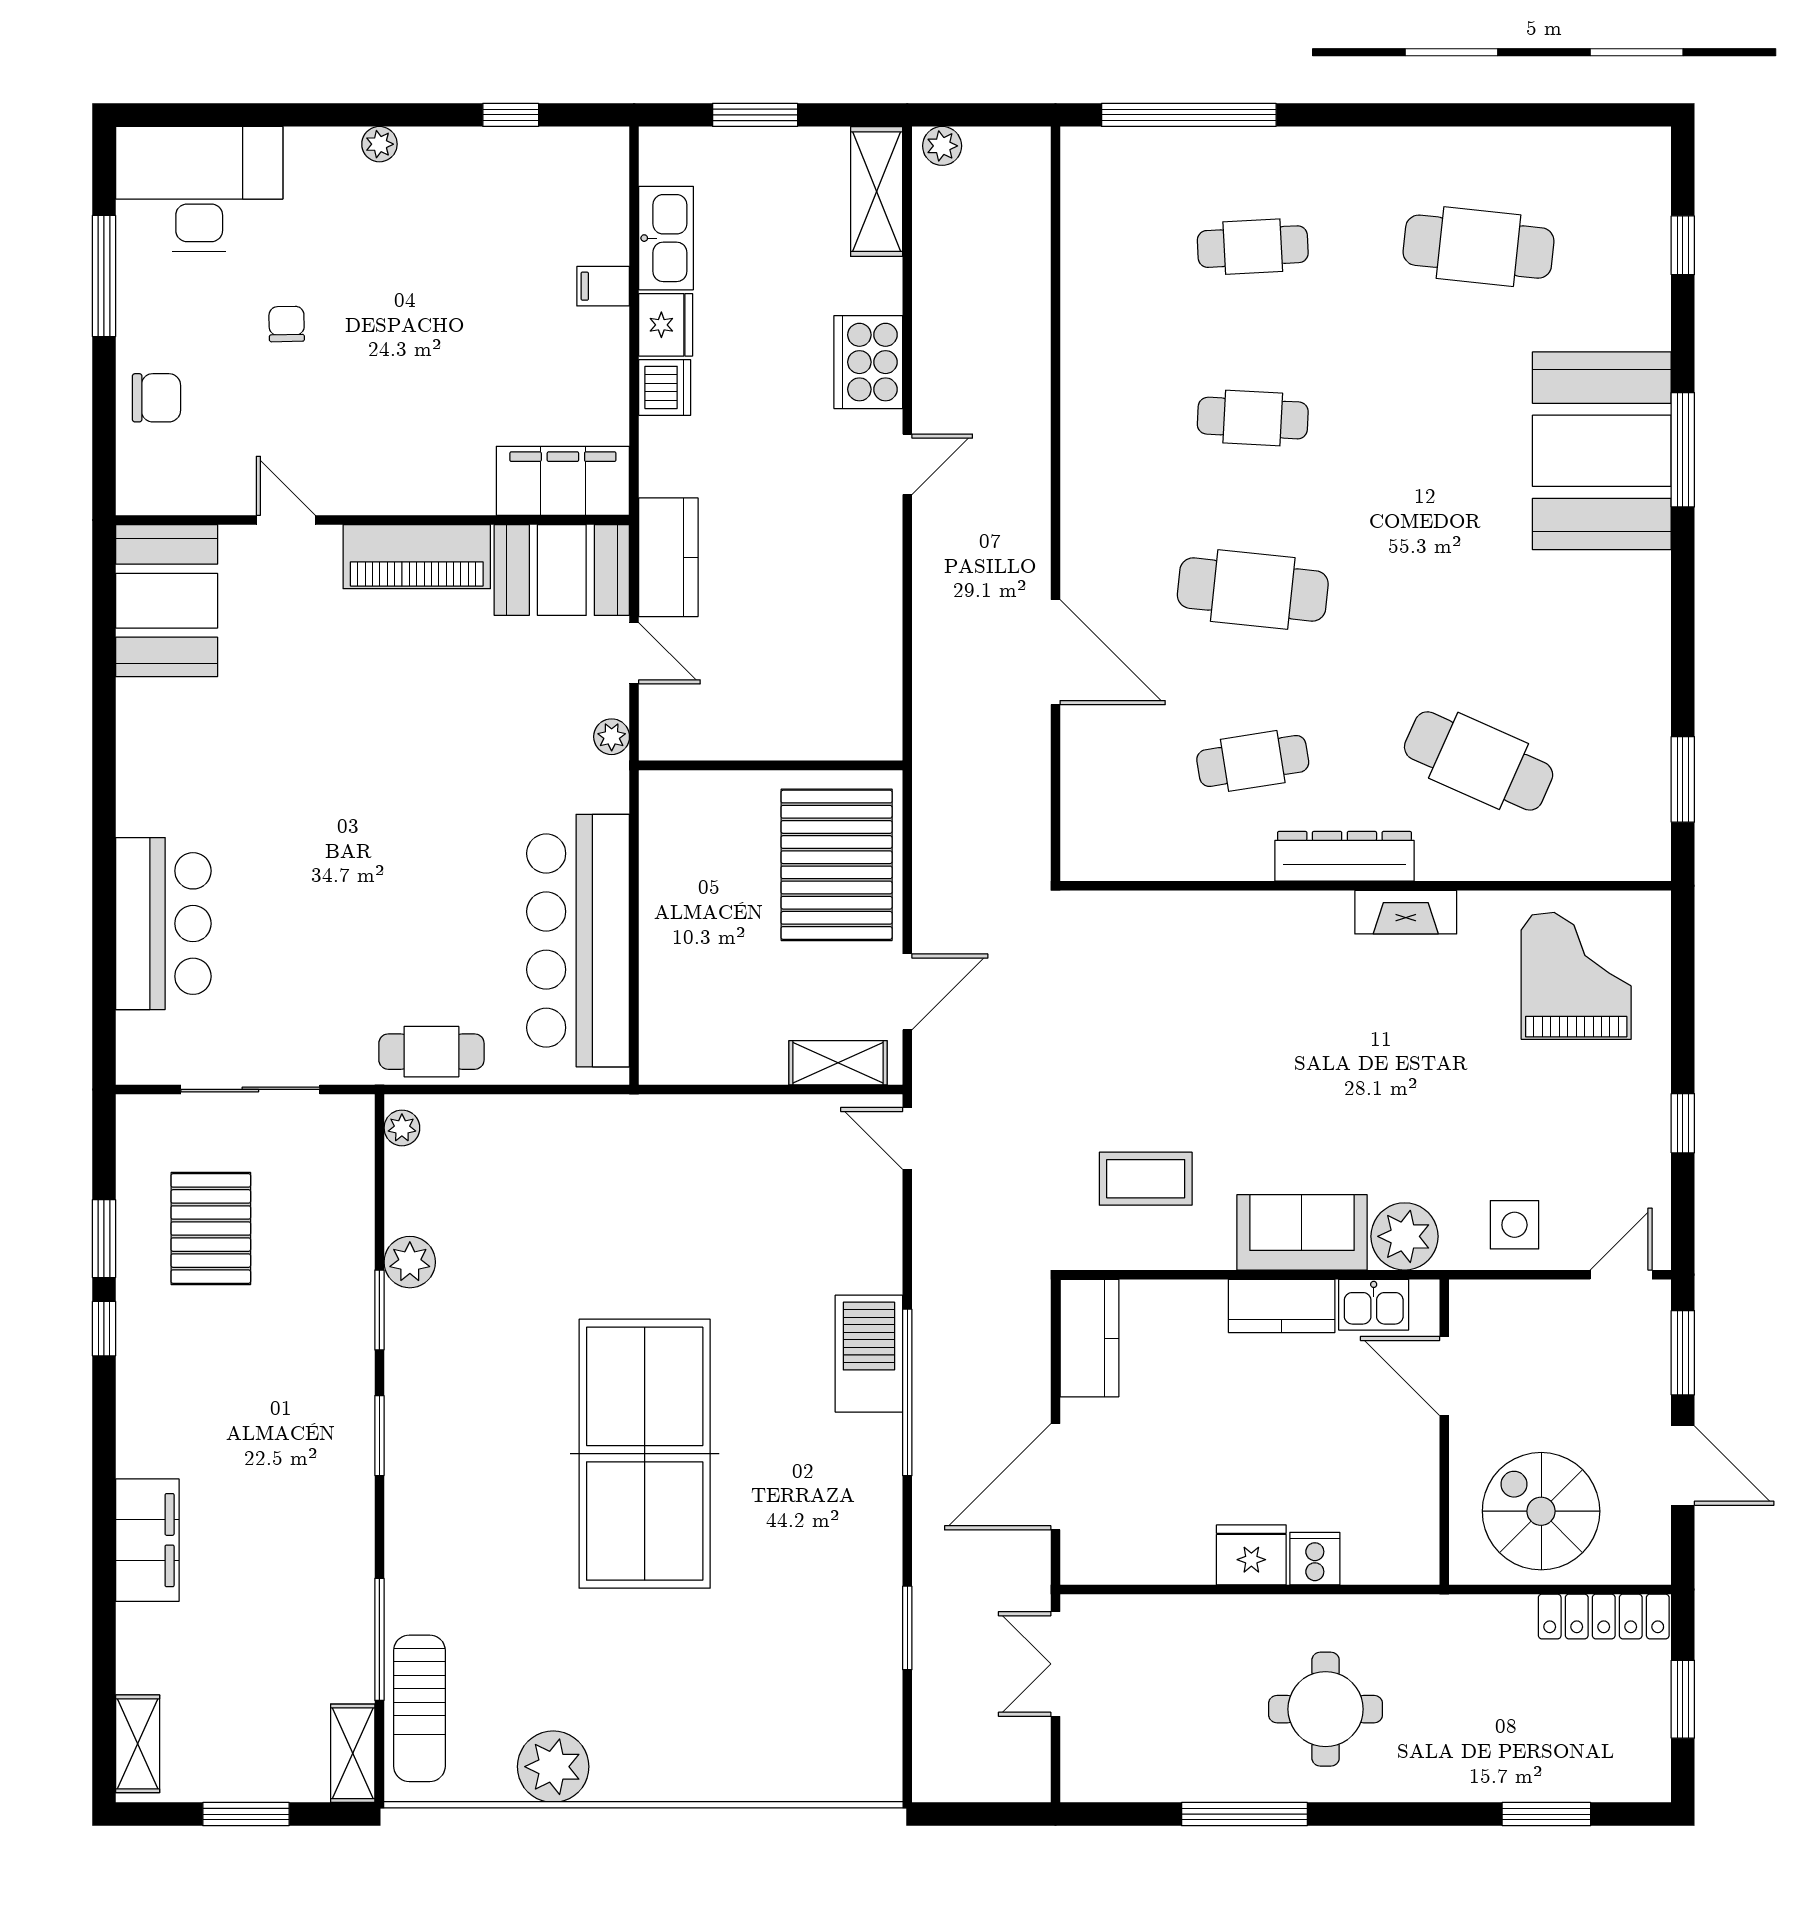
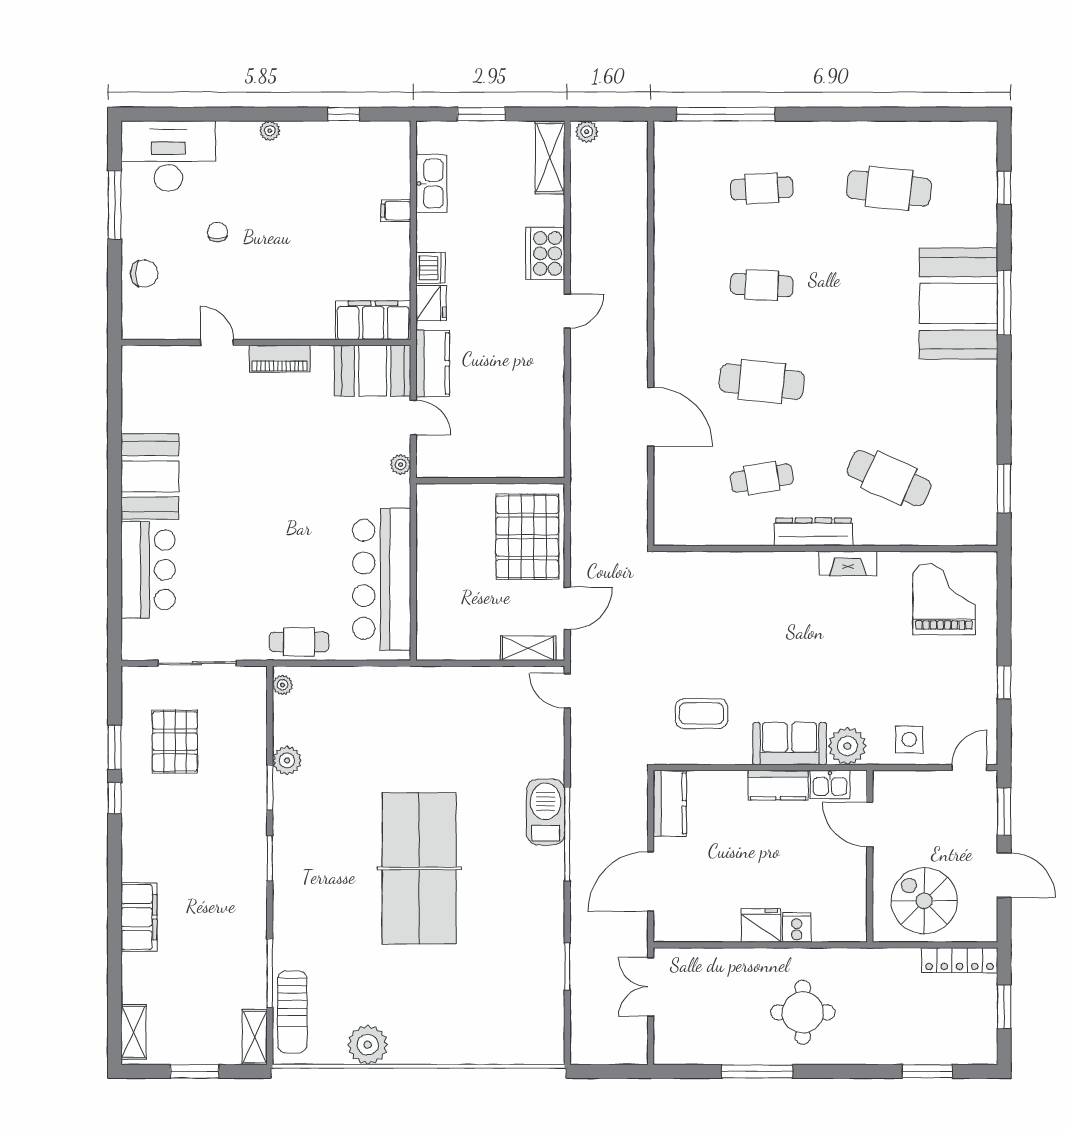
fridge: (666, 325) -> (431, 303), moved
piano: (417, 557) -> (280, 359), width x0.73, depth x0.75
booth: (167, 601) -> (150, 476), moved

